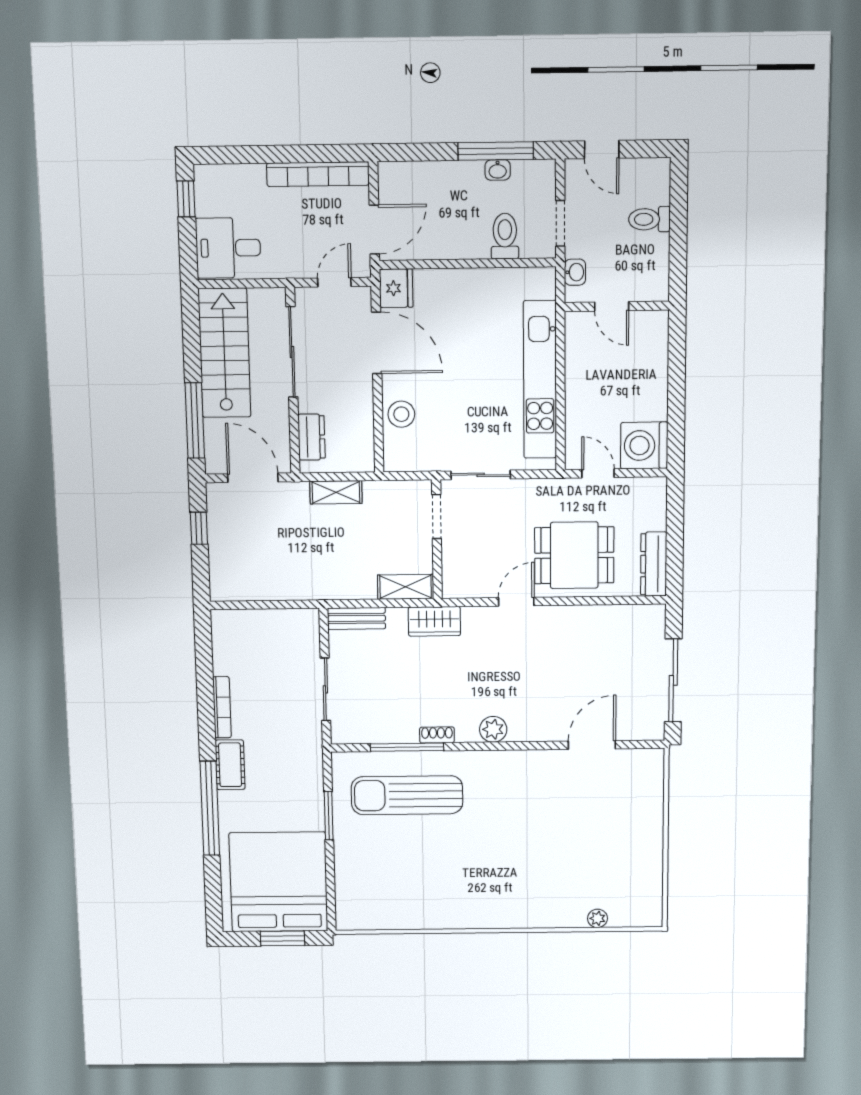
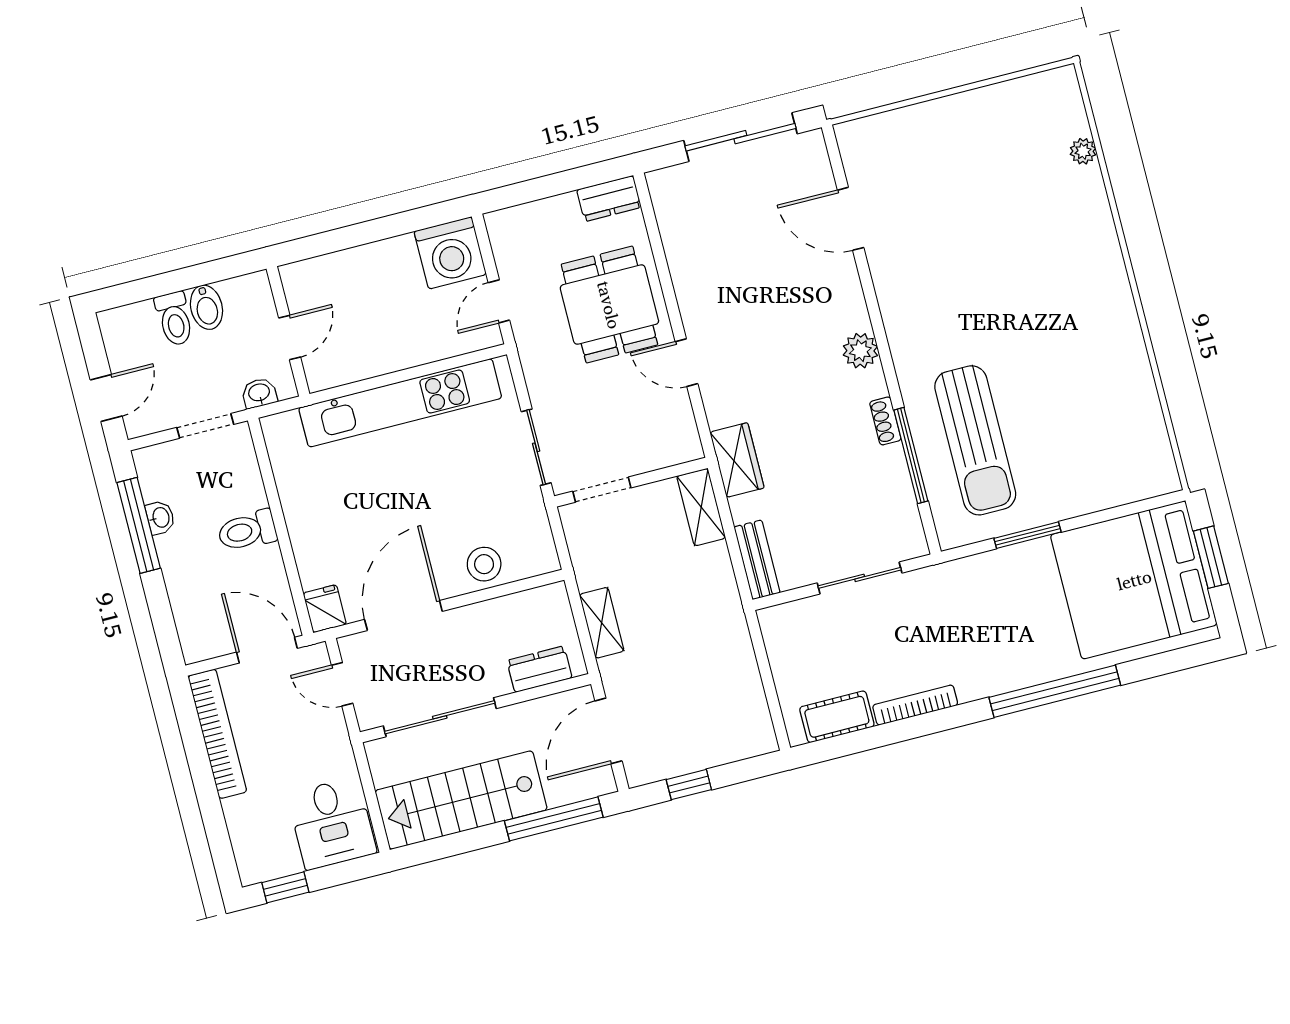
toilet: (505, 236) -> (247, 531), moved
bidet: (652, 247) -> (206, 307), added
fridge: (396, 288) -> (325, 609), width x0.72
dresser: (654, 564) -> (609, 199), width x0.70
cot: (230, 765) -> (837, 717), moved

